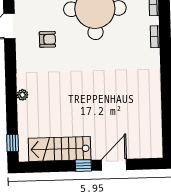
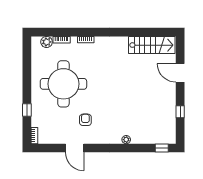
stairs: (60, 149) -> (152, 45), moved, turned -90
window: (83, 166) -> (180, 112), moved

